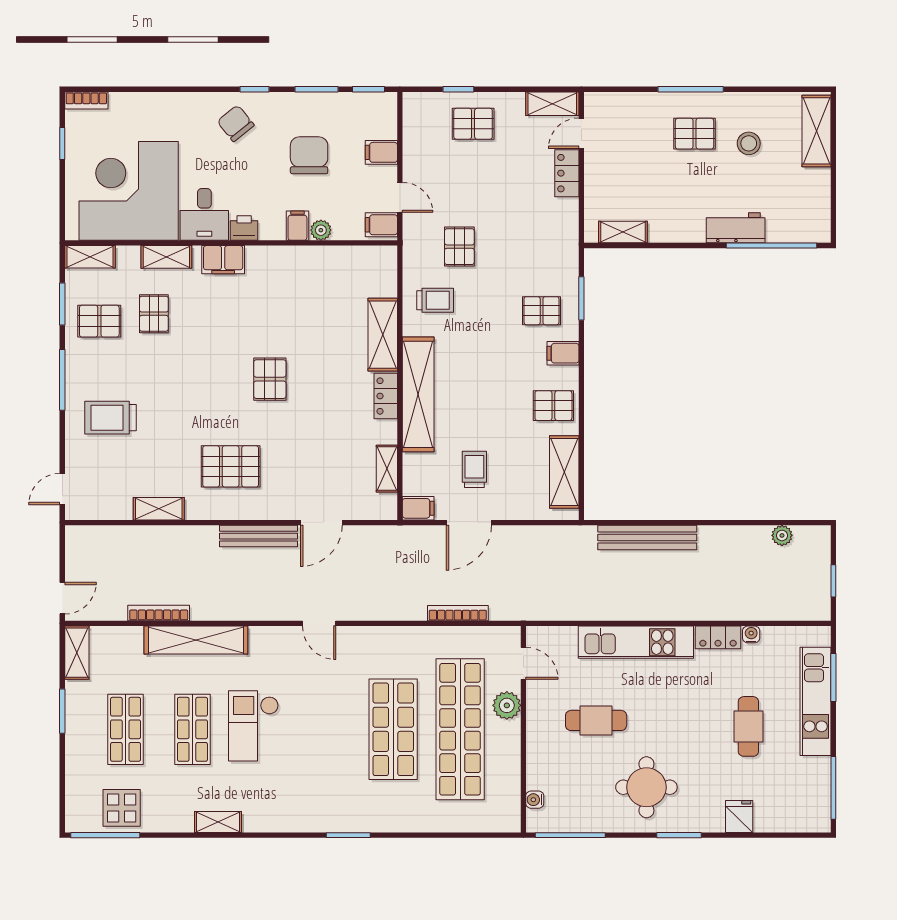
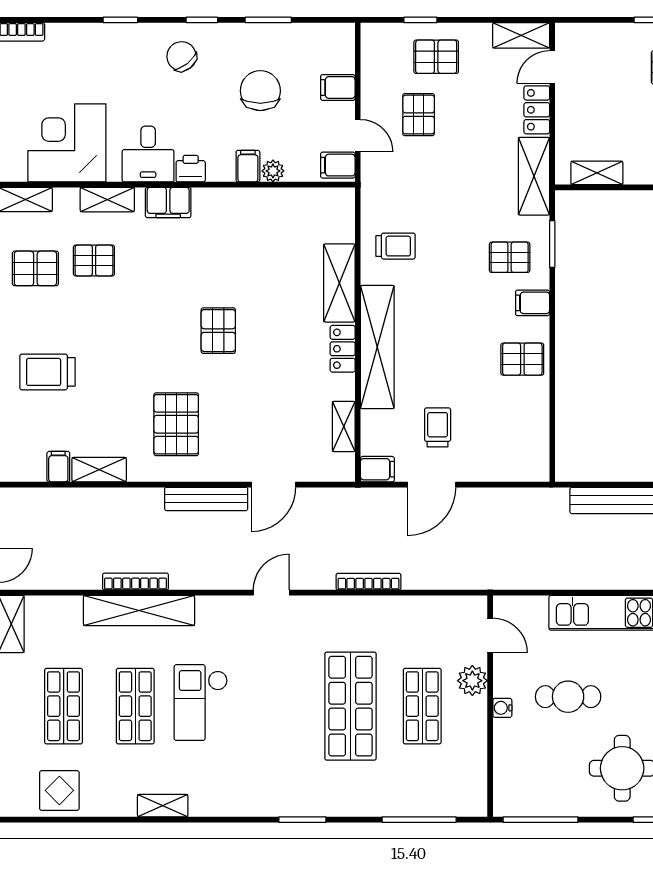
window: (368, 89) -> (120, 20), moved
corner desk: (129, 191) -> (67, 143), width x0.74, depth x0.74
pallet: (459, 247) -> (419, 115), moved
pallet: (154, 314) -> (94, 261), turned 90
pallet: (231, 466) -> (176, 424), turned 90
shelving: (564, 472) -> (534, 176), moved
filing cabinet: (121, 506) -> (58, 467), added
bookcase: (159, 613) -> (135, 582), moved
bookcase: (458, 613) -> (369, 582), moved
door: (319, 623) -> (271, 593), swing flipped
shop shelf: (460, 729) -> (422, 706), width x0.50, depth x0.74
water cooler: (535, 800) -> (502, 708), moved
window: (105, 835) -> (419, 820), moved

